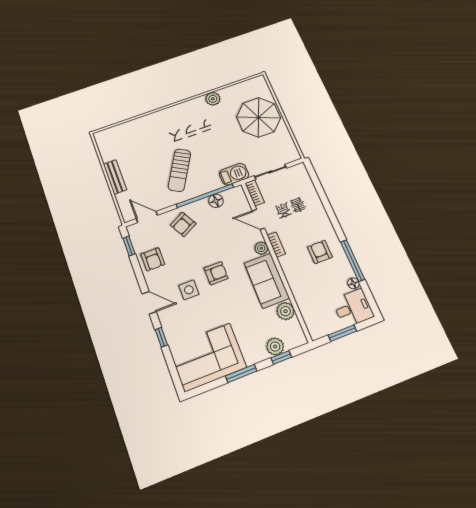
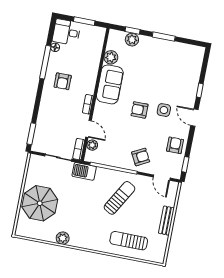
sun lounger: (143, 135) -> (129, 241), added
window: (315, 178) -> (31, 134), added
floor lamp: (216, 201) -> (108, 160), removed
plant: (261, 248) -> (92, 145), moved
corner sofa: (207, 357) -> (178, 60), removed

